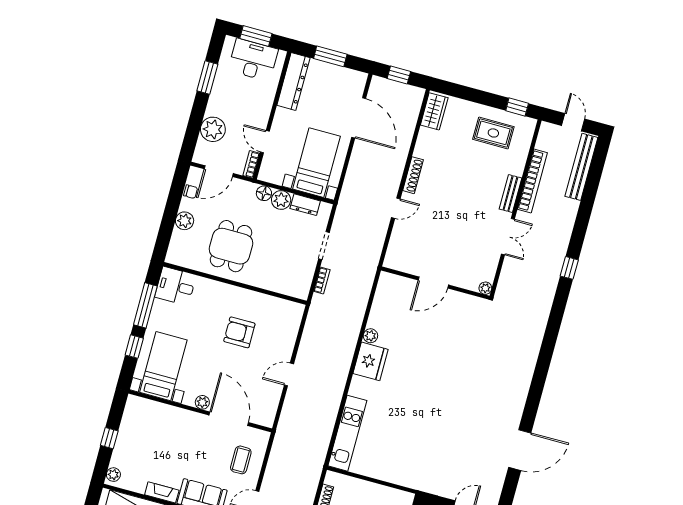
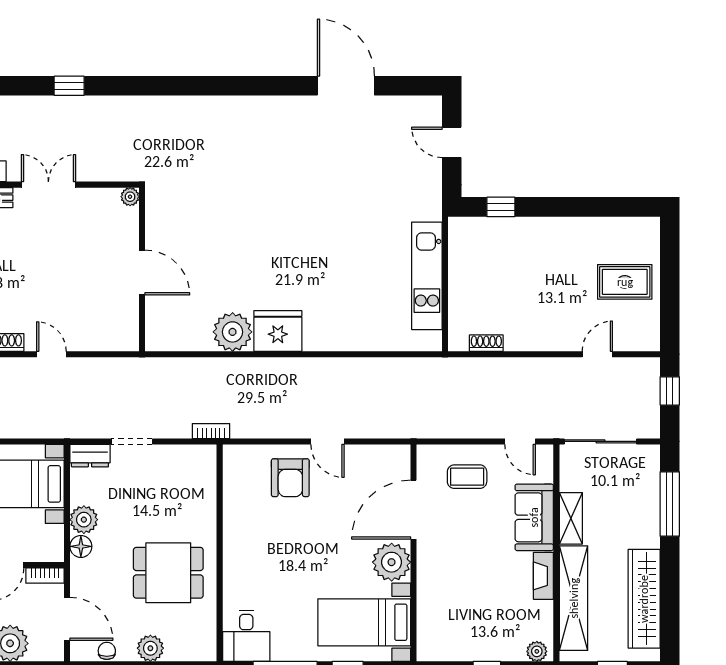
dresser: (305, 205) -> (90, 456), moved, turned 90
bookcase: (322, 280) -> (211, 431), moved
armchair: (239, 332) -> (290, 478), moved
plant: (370, 336) -> (233, 332), width x1.87, depth x1.87
plant: (202, 402) -> (392, 562), width x1.88, depth x1.88
kitchen unit: (347, 433) -> (427, 276), moved, turned -90

